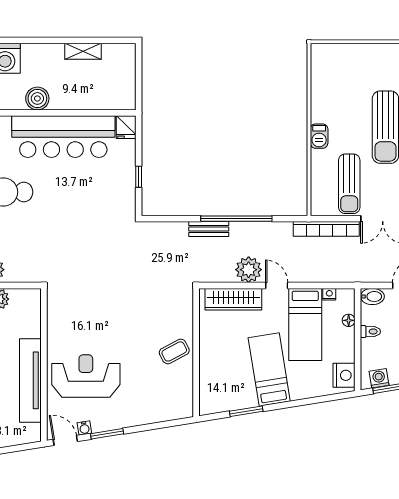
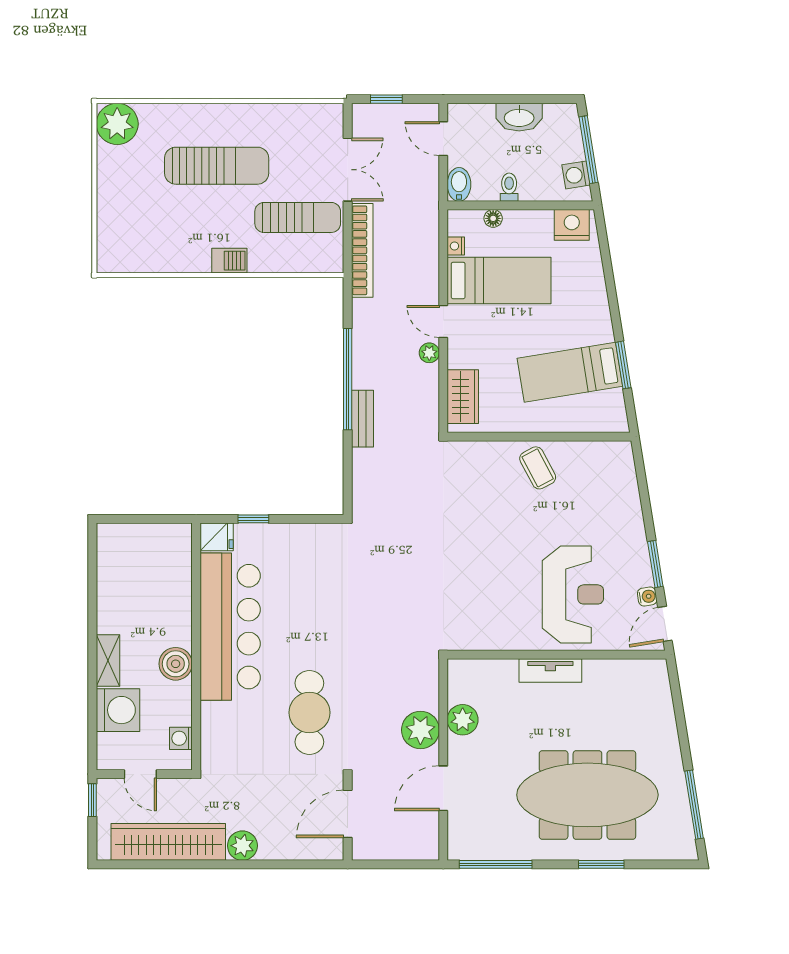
shelving: (83, 51) -> (108, 661), moved
window: (139, 177) -> (253, 519), moved
plant: (249, 270) -> (429, 353), width x0.53, depth x0.53
door: (277, 286) -> (443, 321), hinge flipped
wardrobe: (233, 299) -> (463, 397), width x0.67
bed: (269, 369) -> (570, 372), moved
reception desk: (86, 376) -> (573, 594), turned 180
tv unit: (30, 380) -> (550, 670), width x0.52, depth x0.78

